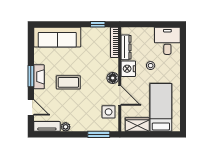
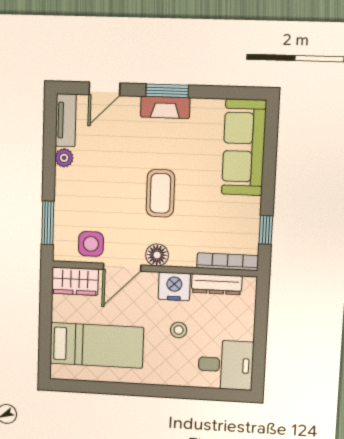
coffee table: (68, 82) -> (160, 193), moved
wardrobe: (137, 125) -> (75, 281), moved, turned 90

